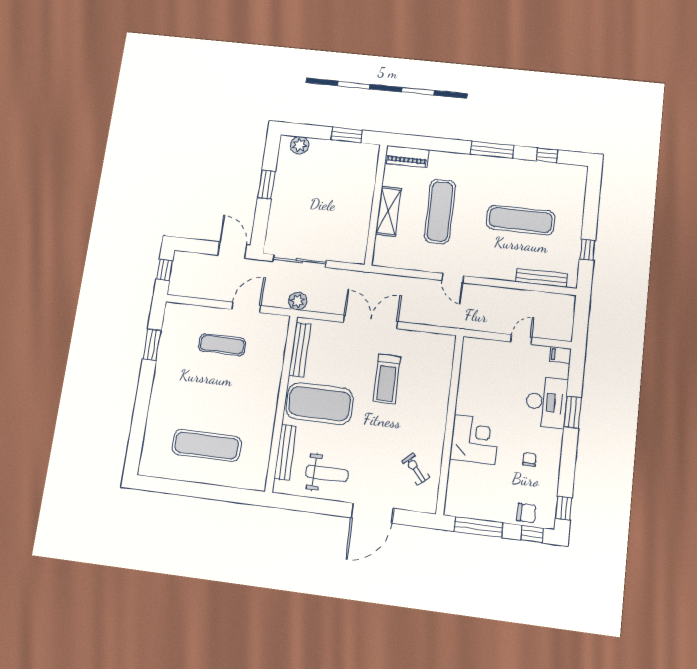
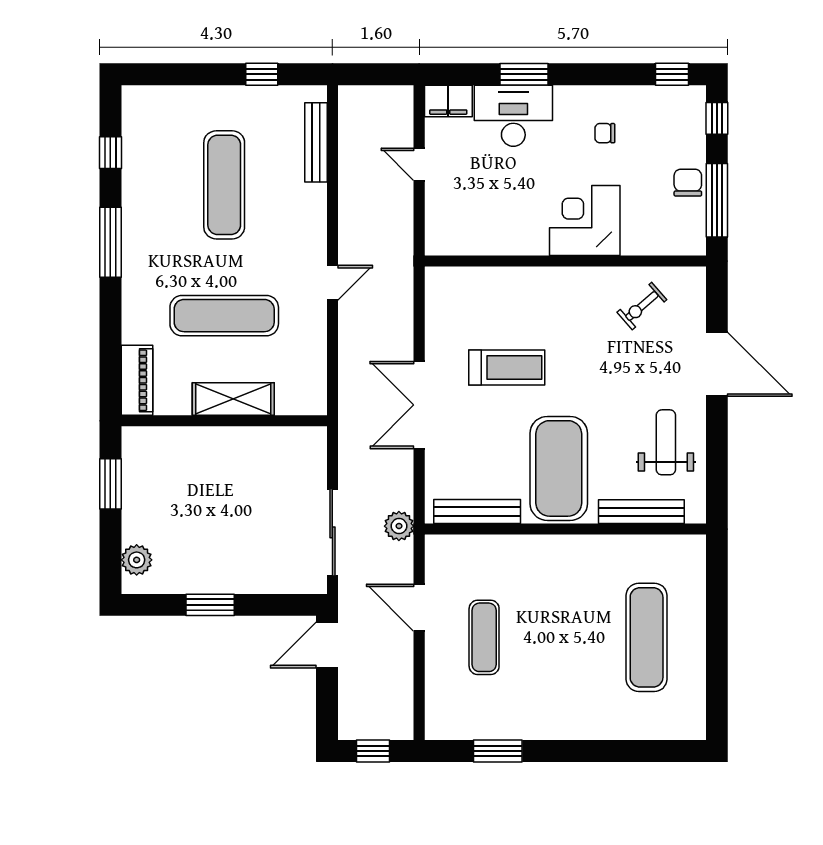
filing cabinet: (561, 355) -> (448, 101), width x2.00
chair: (526, 513) -> (688, 183), moved

